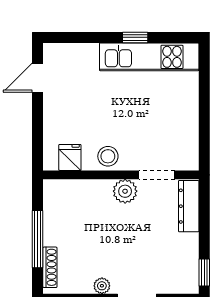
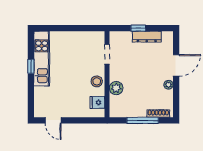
plant: (125, 191) -> (116, 88), moved
dresser: (189, 206) -> (147, 37), moved
window: (204, 273) -> (138, 28), moved

